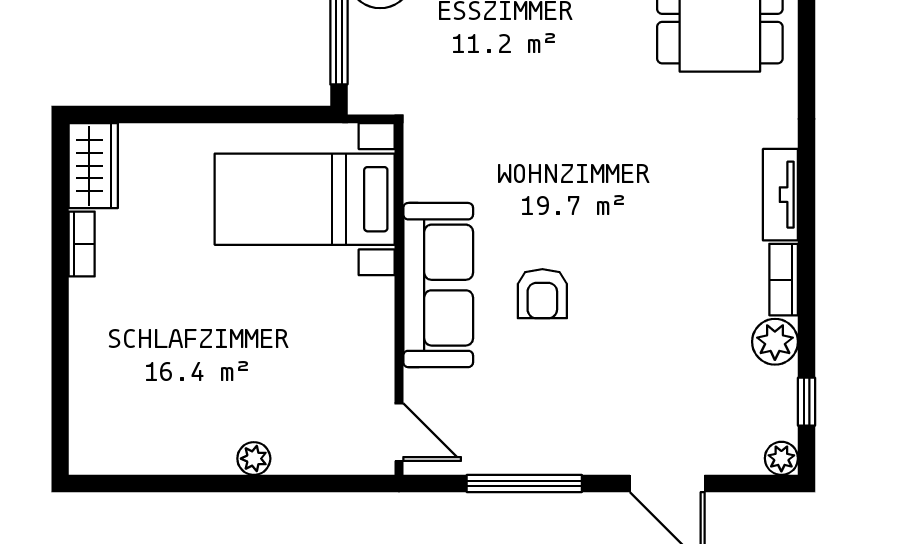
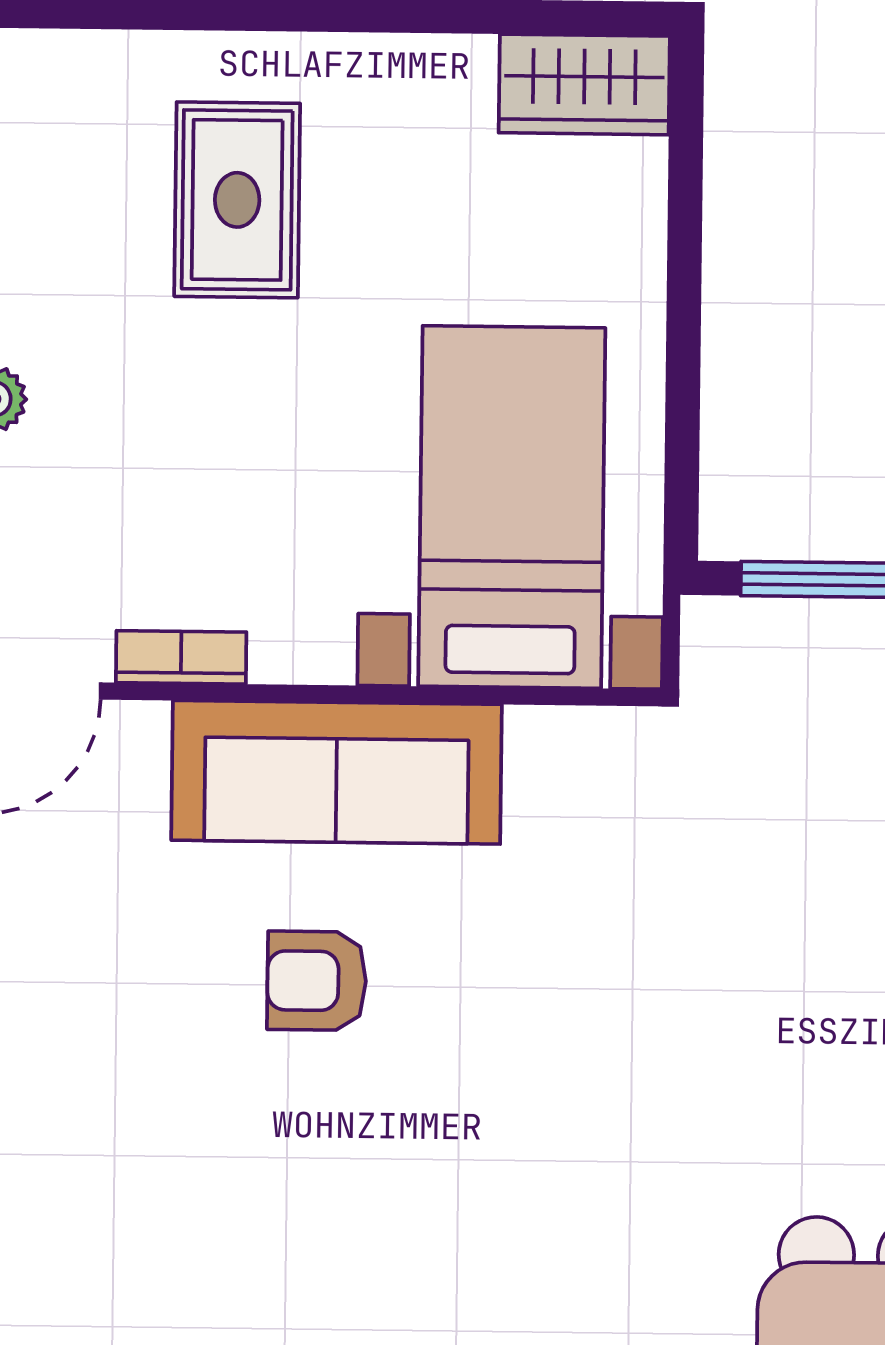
bookcase: (82, 244) -> (181, 657), moved, turned 180
rug: (153, 338) -> (237, 200), added

